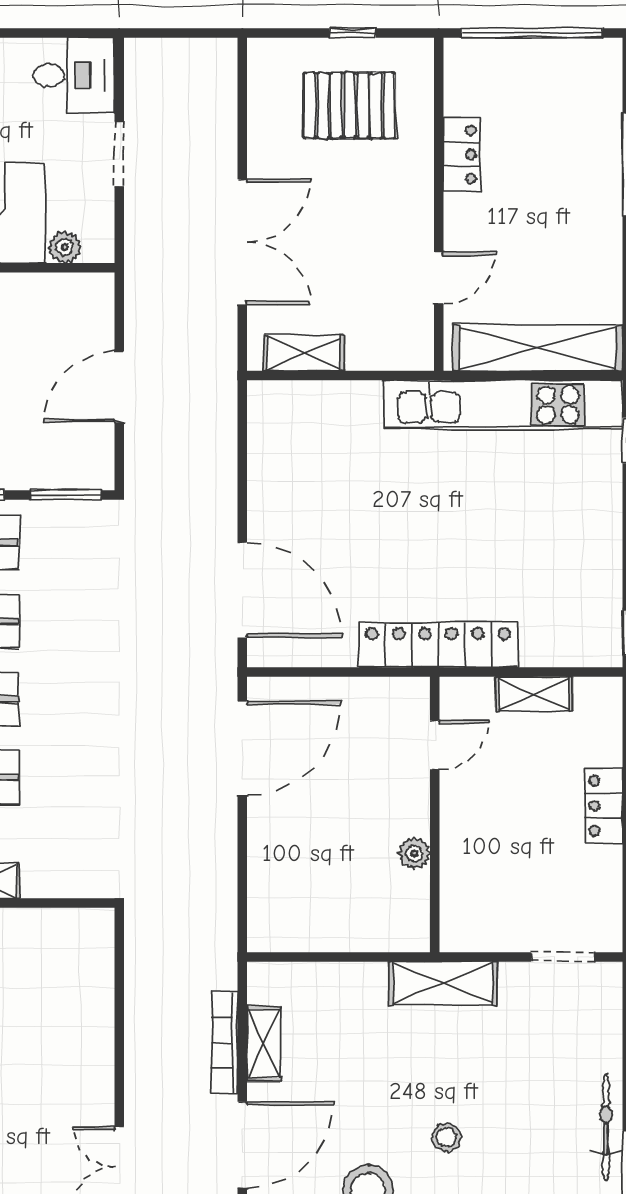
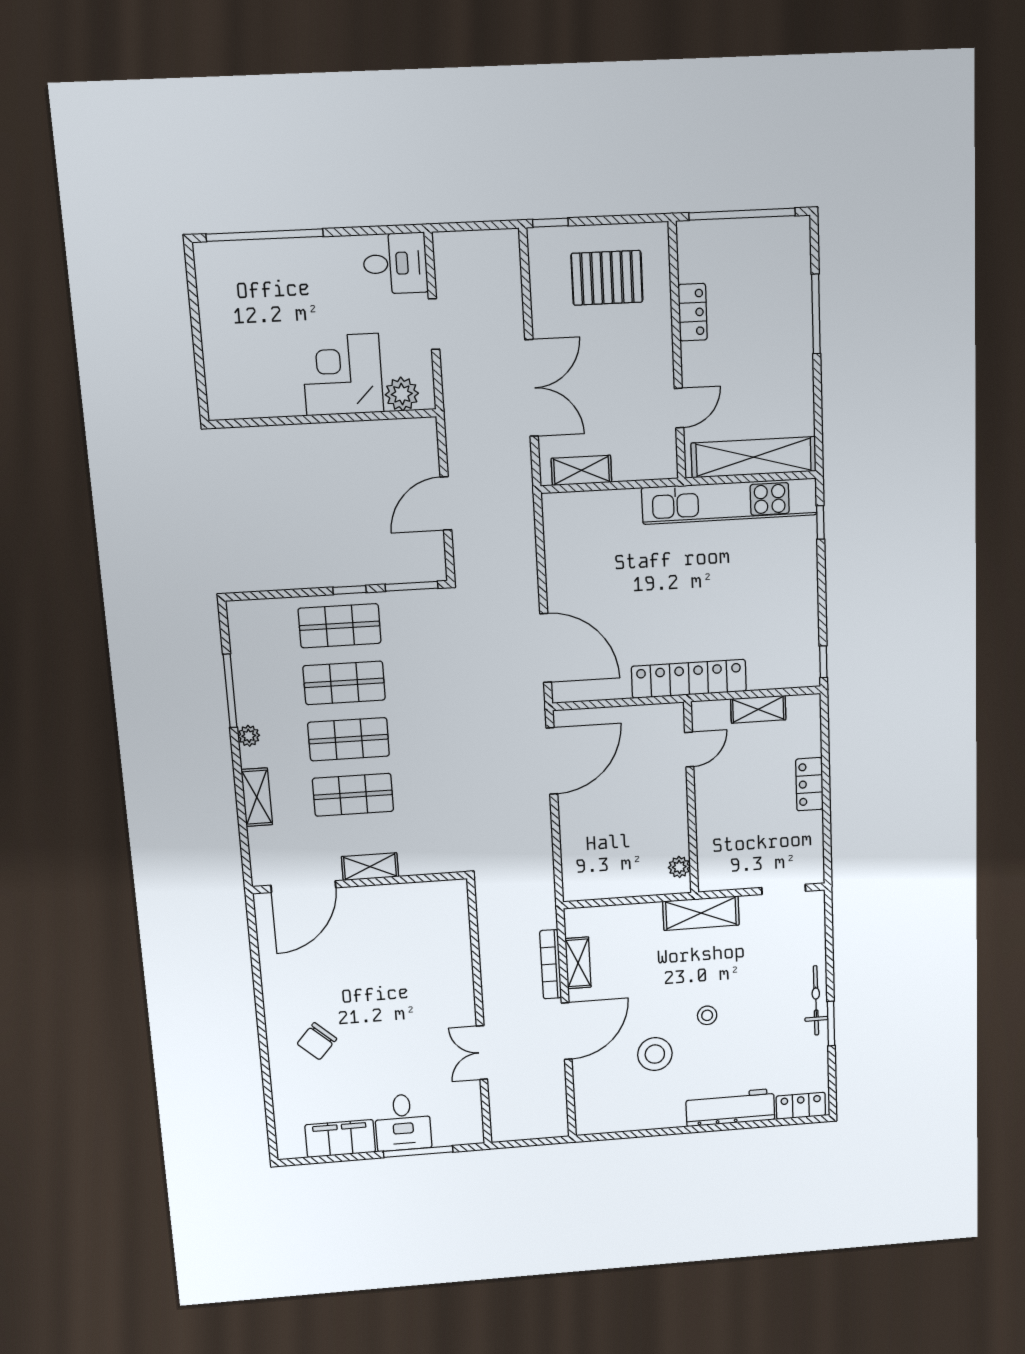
window: (353, 33) -> (550, 223), moved
plant: (65, 247) -> (402, 394), width x1.38, depth x1.38
plant: (414, 853) -> (679, 867), moved

